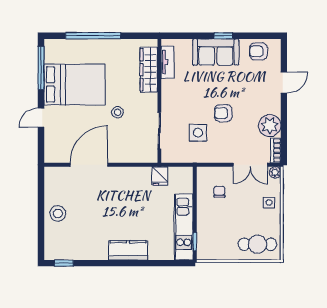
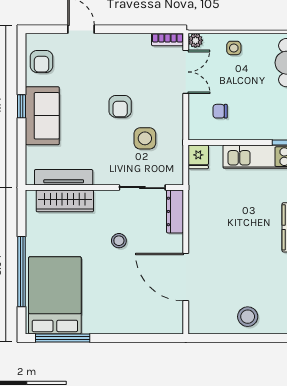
tv unit: (167, 62) -> (64, 177), width x1.41
bed: (75, 85) -> (55, 295), moved
door: (41, 118) -> (126, 338), removed
plant: (270, 126) -> (136, 47), removed
dresser: (141, 156) -> (175, 211), added
fridge: (160, 176) -> (198, 157), moved, turned 90

